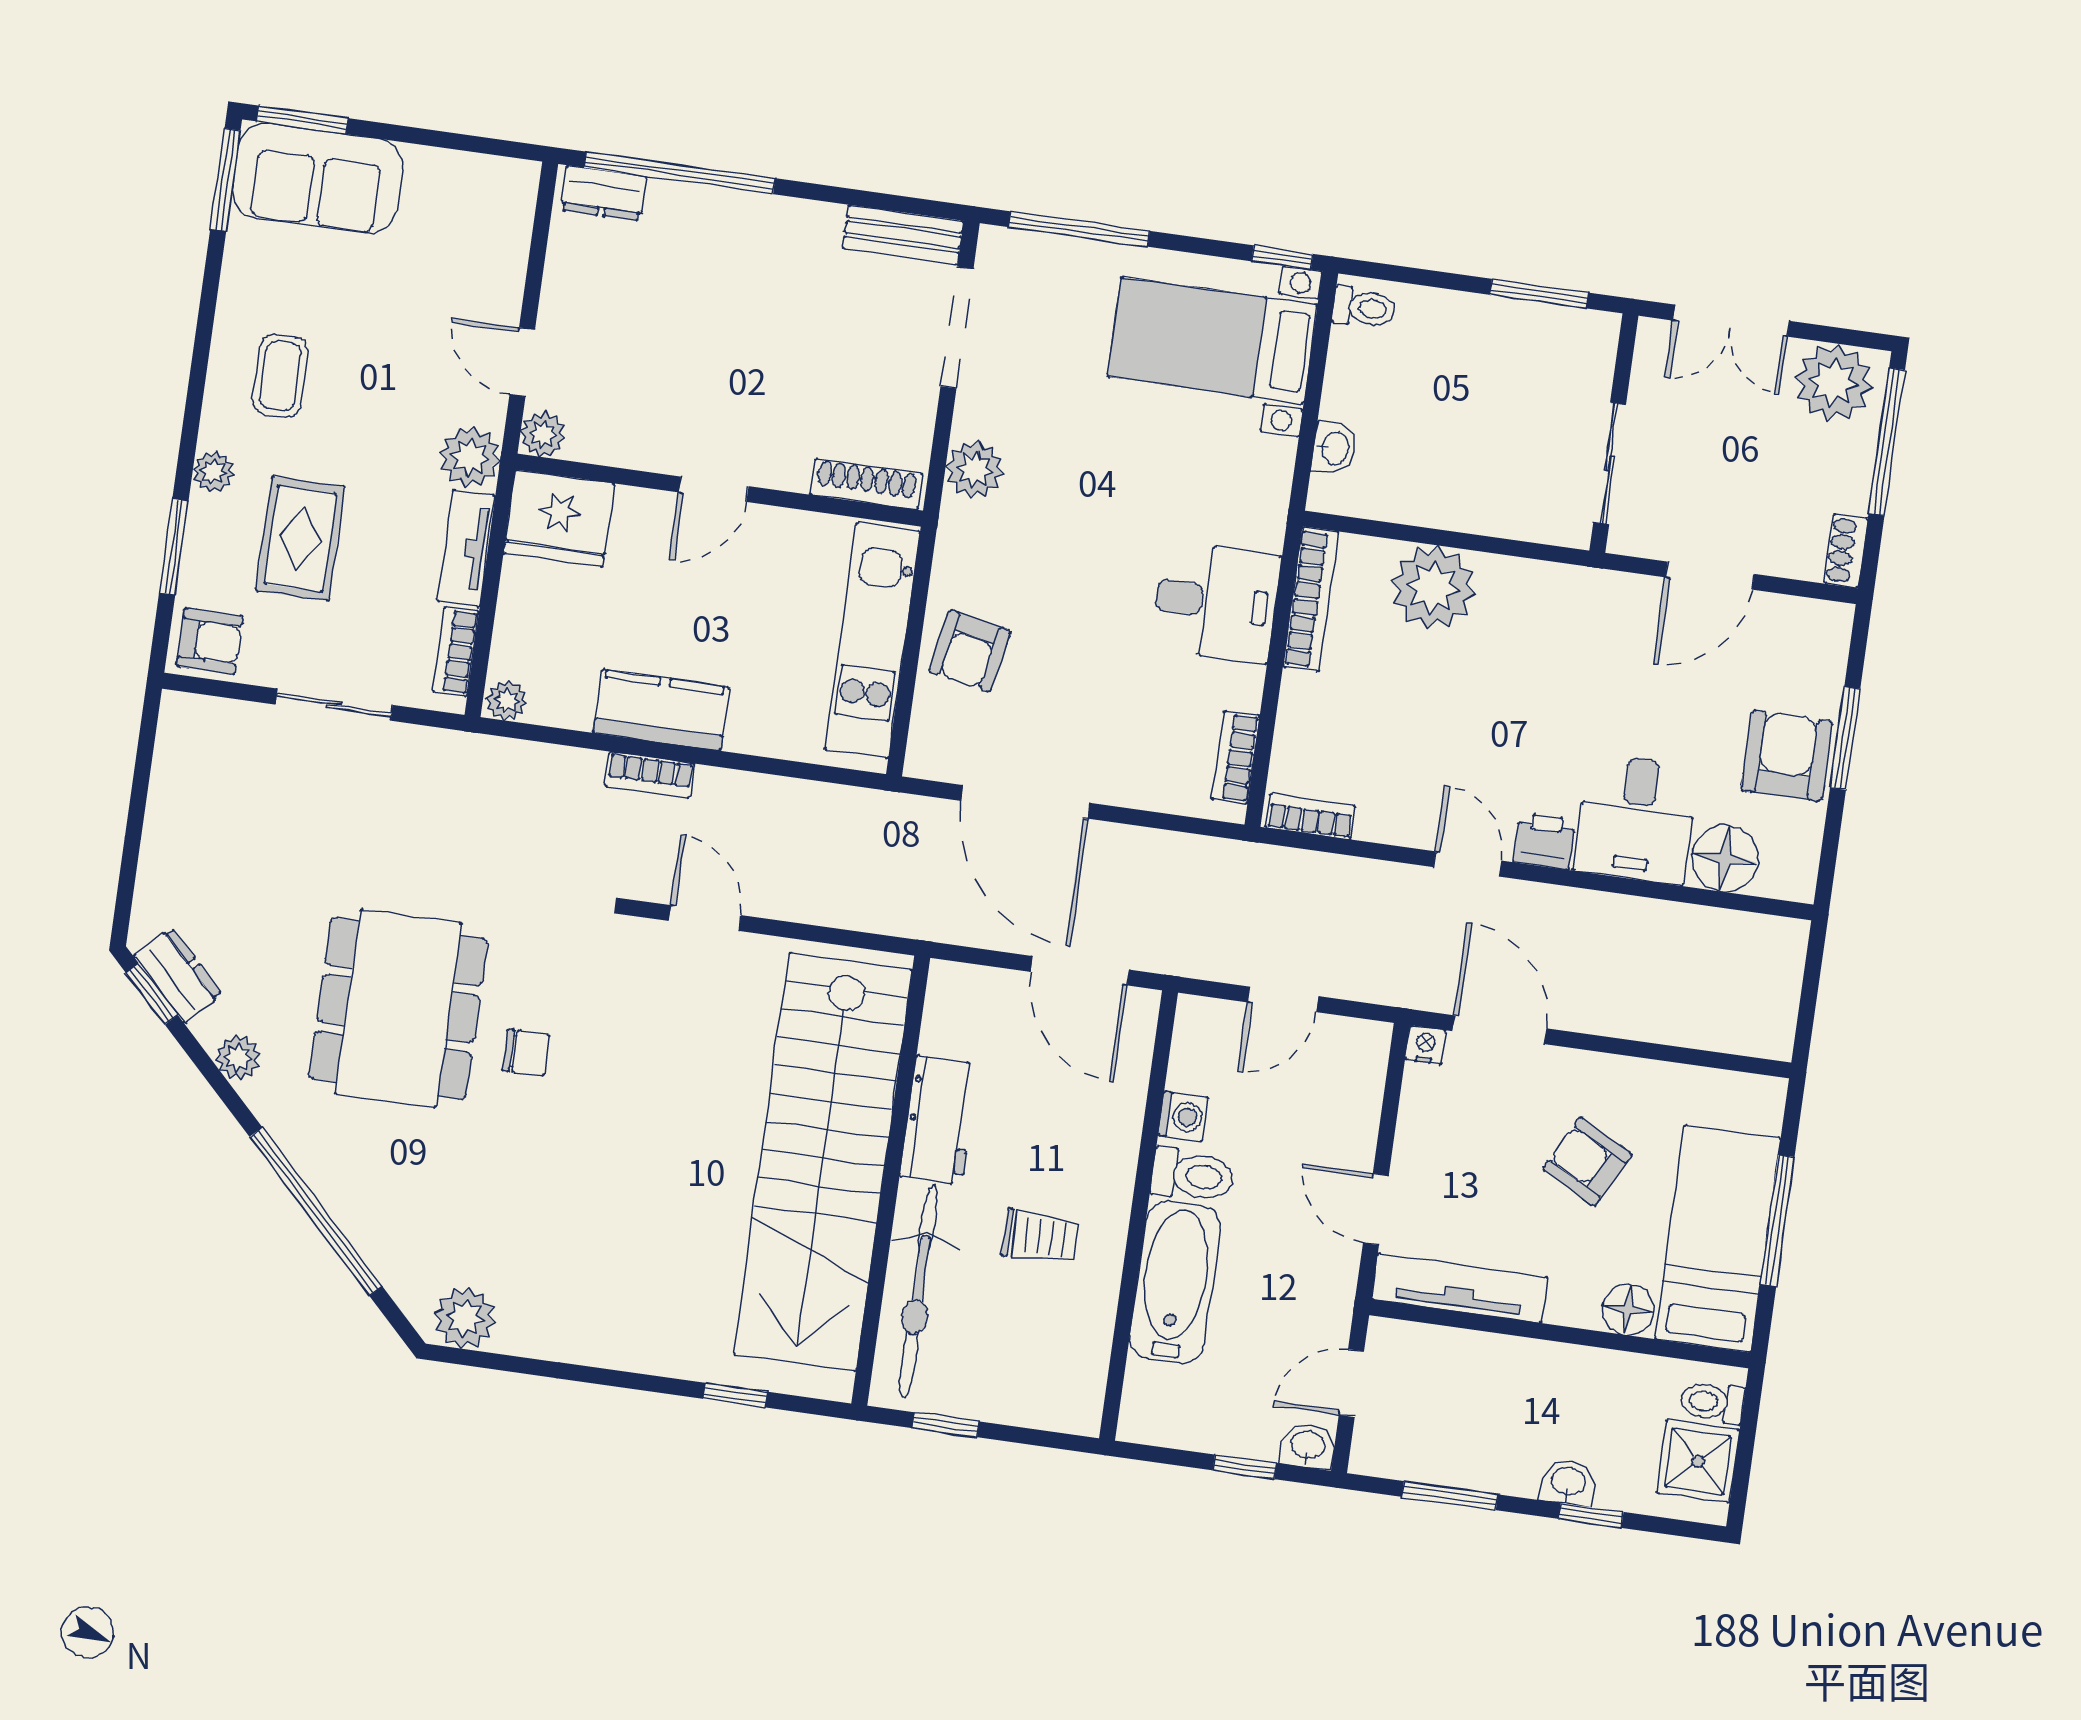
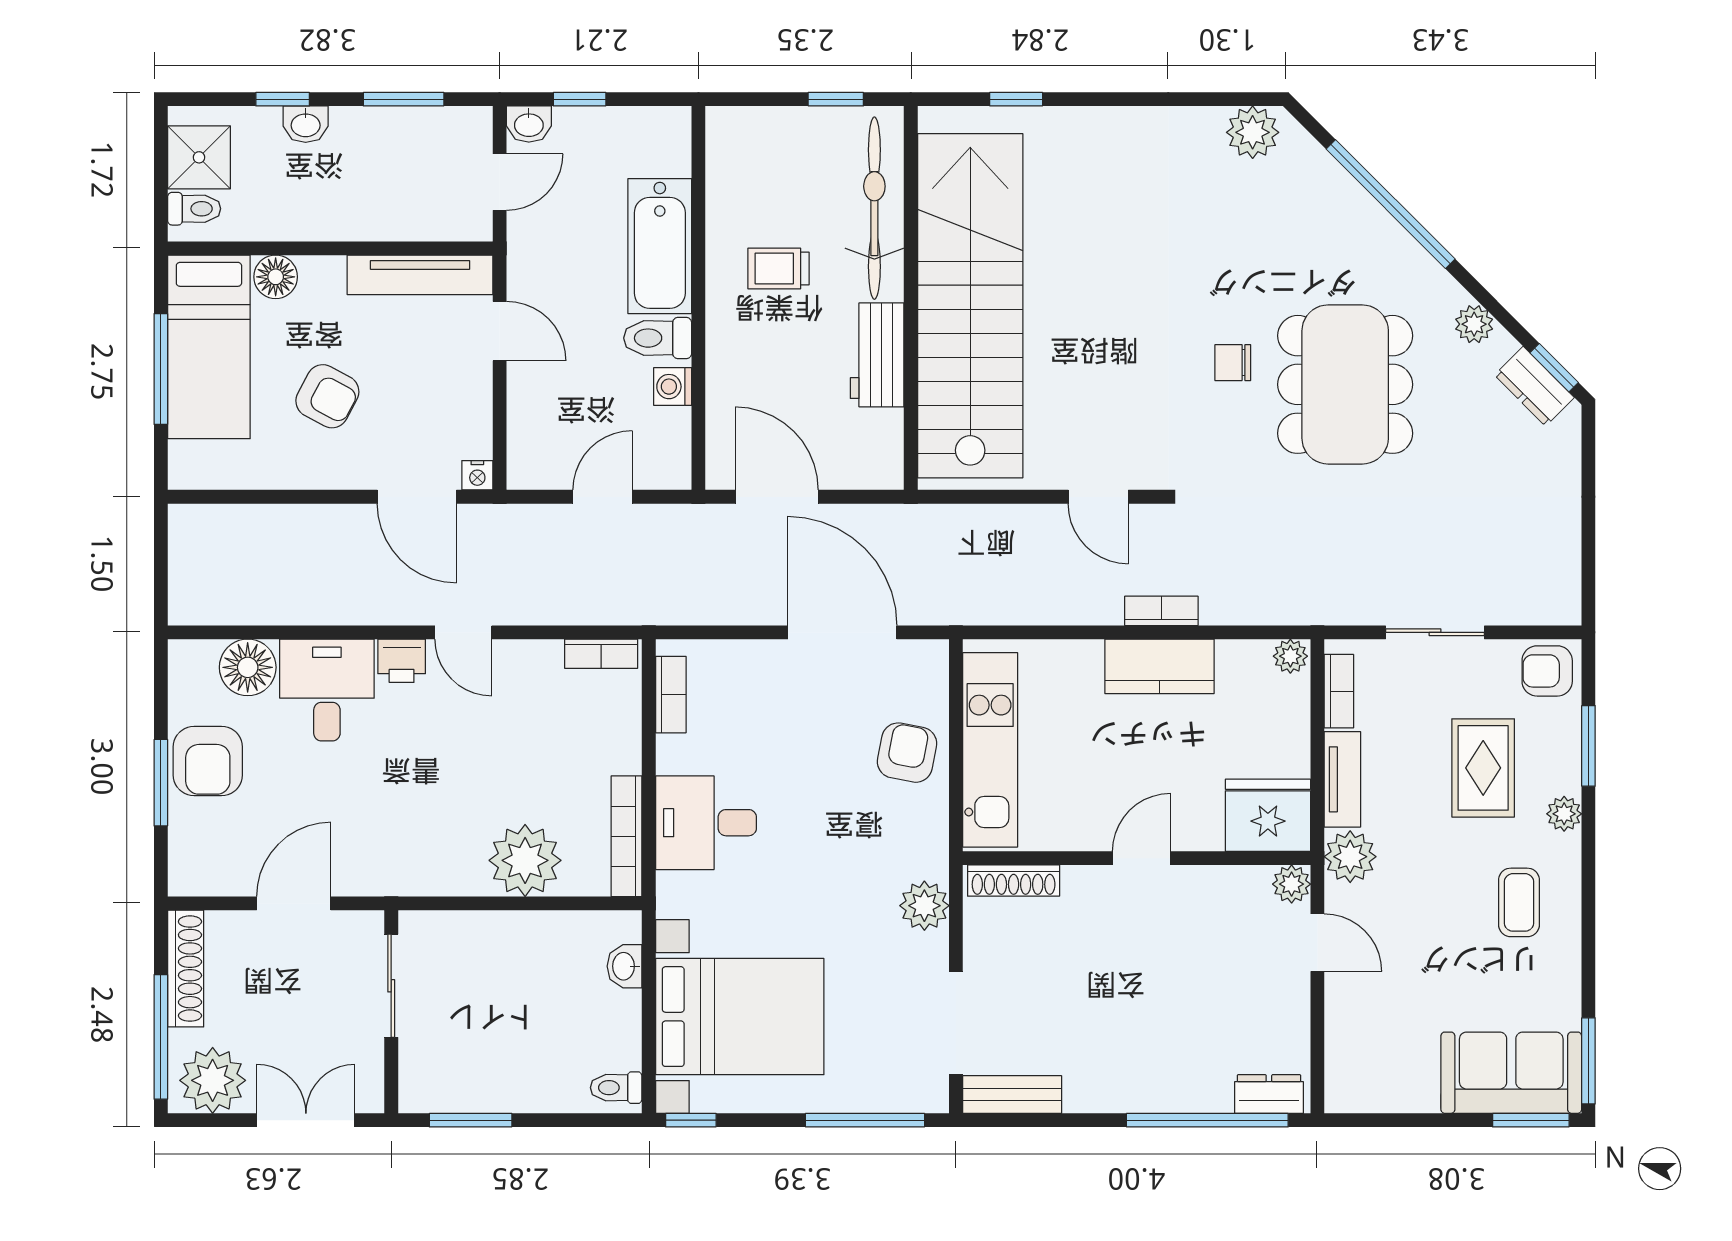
bed with nightstands: (1212, 340) -> (740, 1017), width x1.36
shoe rack: (1846, 551) -> (186, 969), width x1.94, depth x1.24

